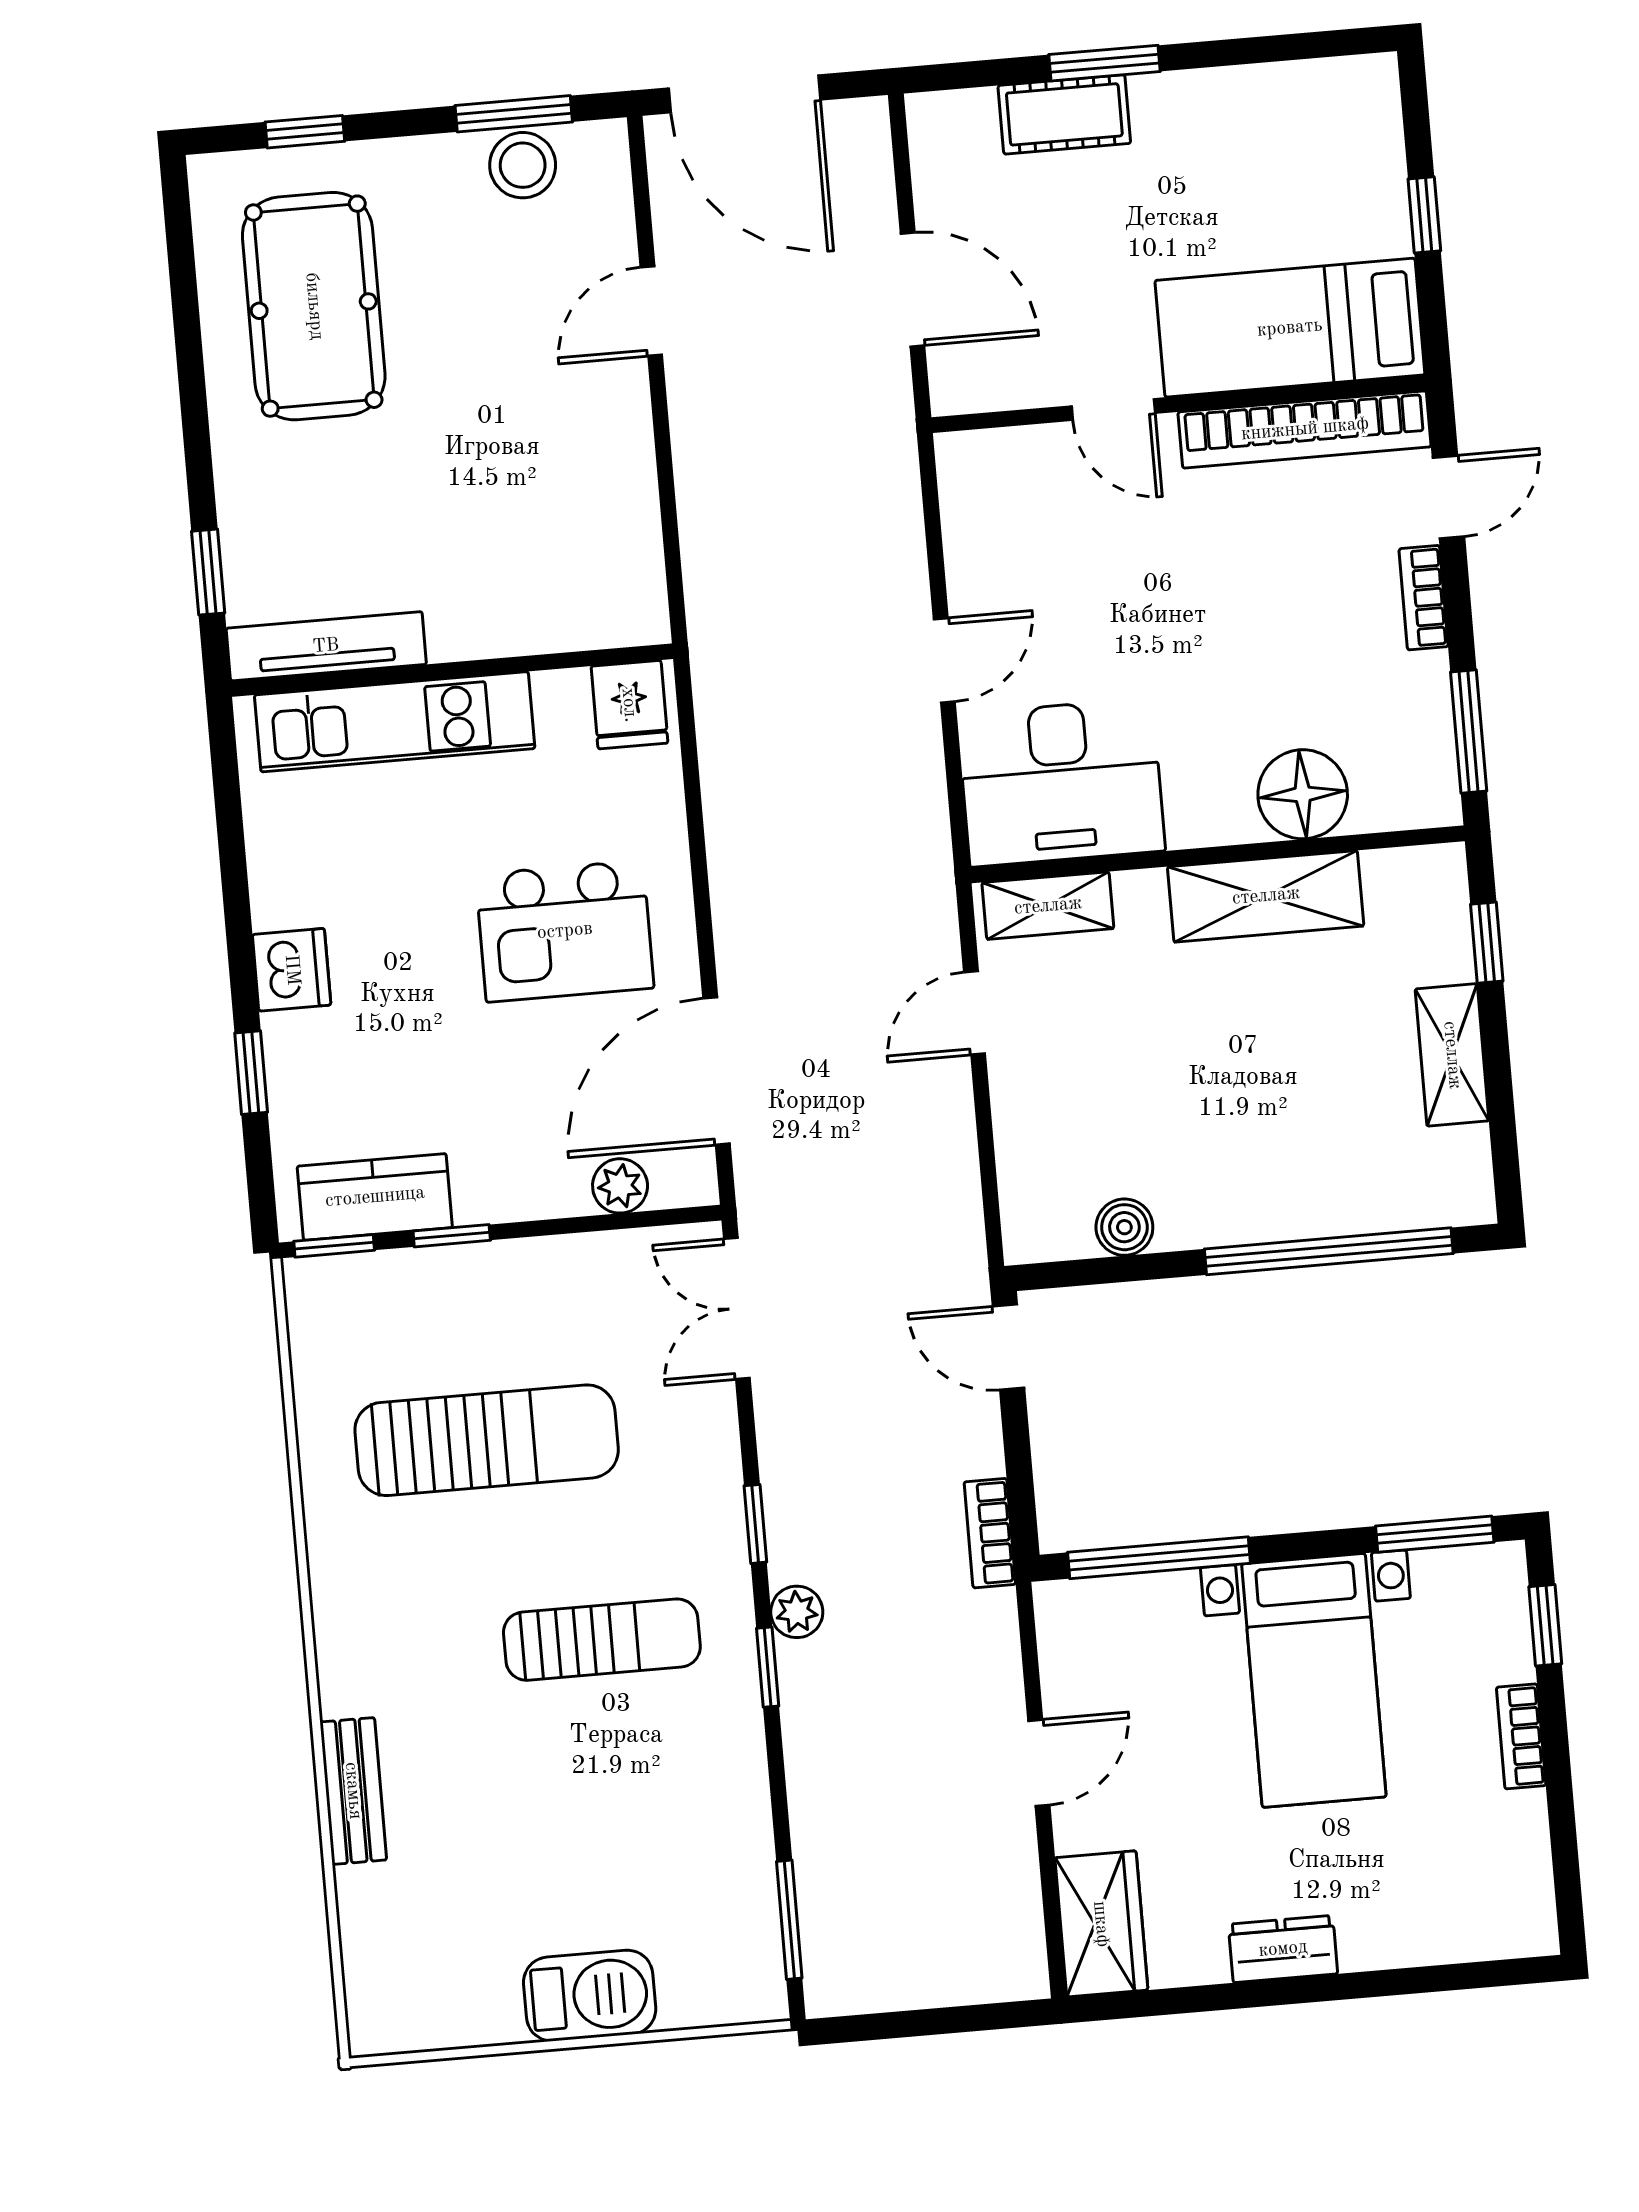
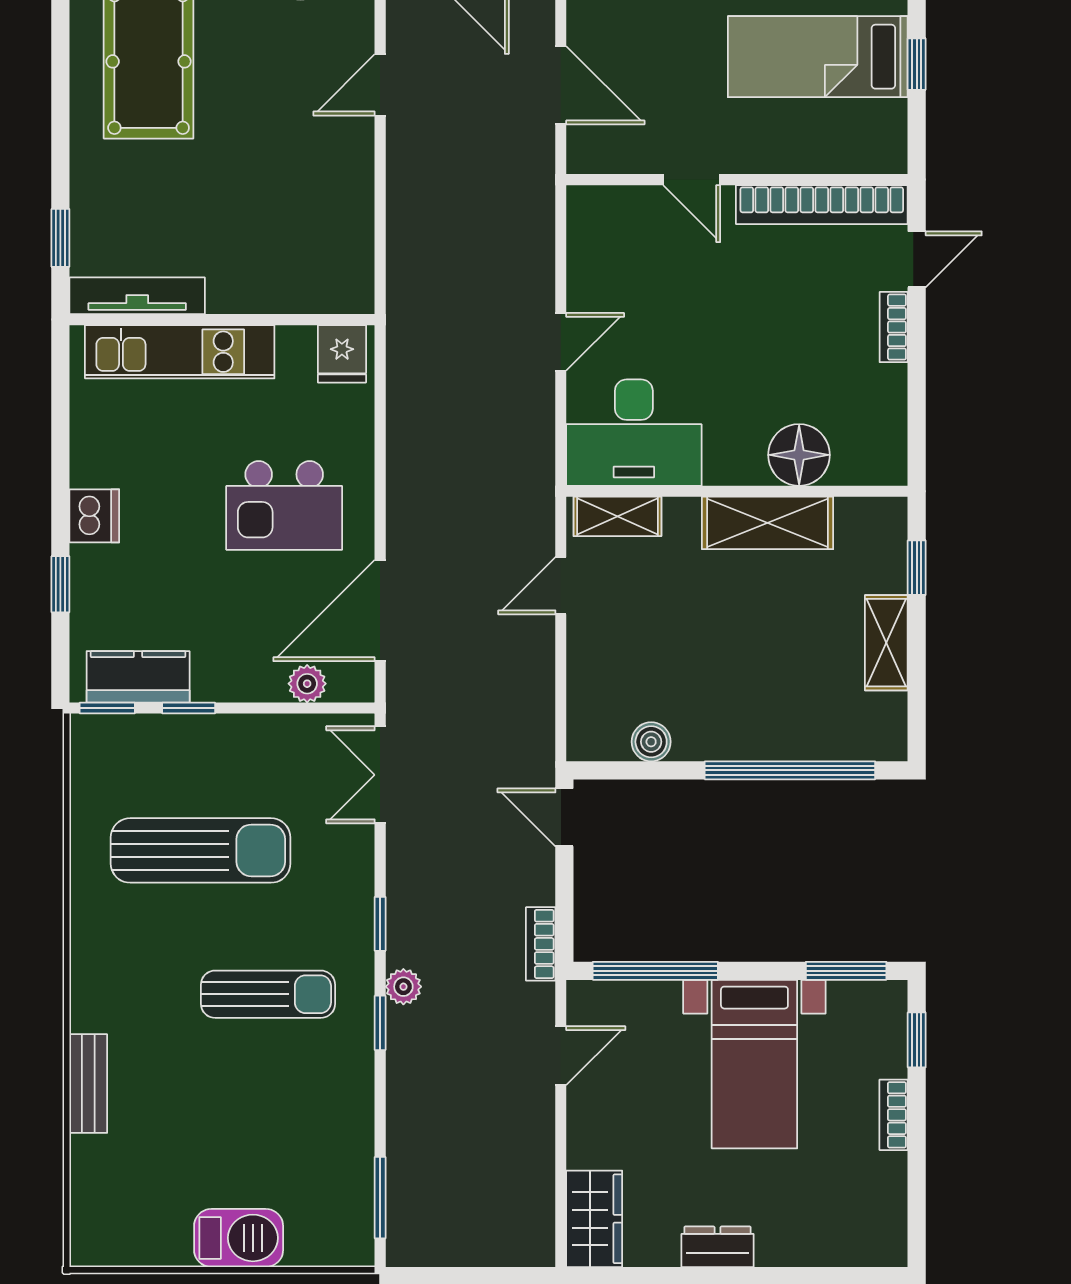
bed: (1290, 328) -> (818, 57), moved
window: (1469, 731) -> (917, 422), removed
door: (1039, 1763) -> (561, 1056), moved

